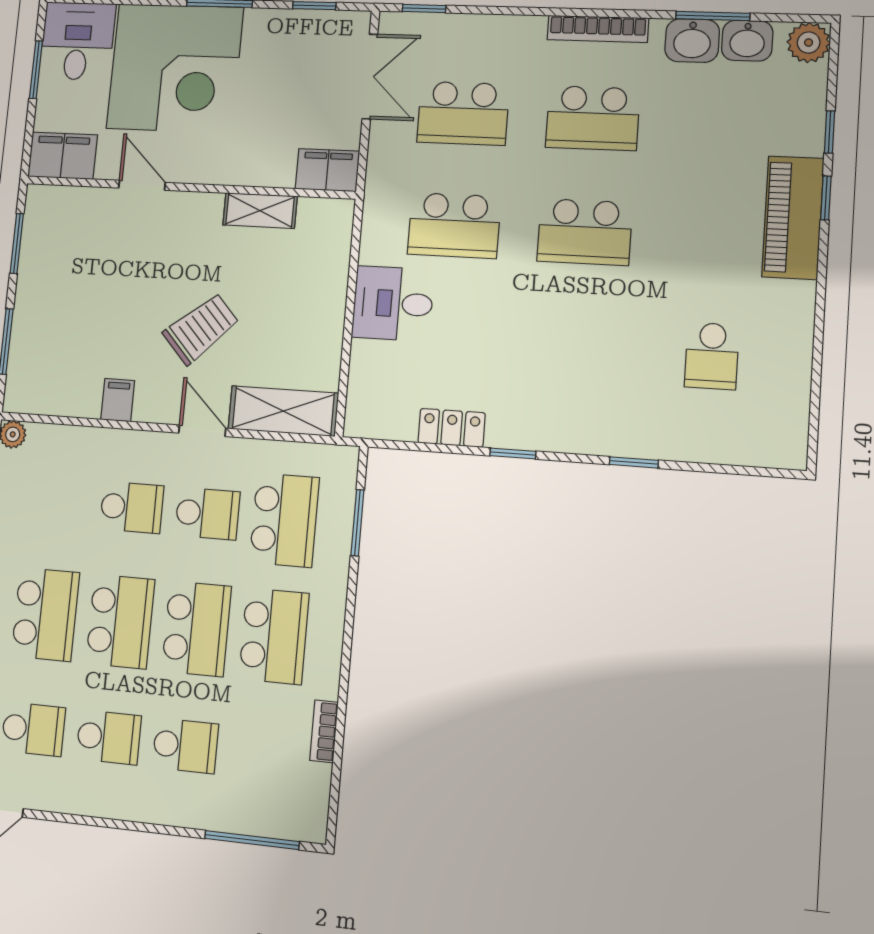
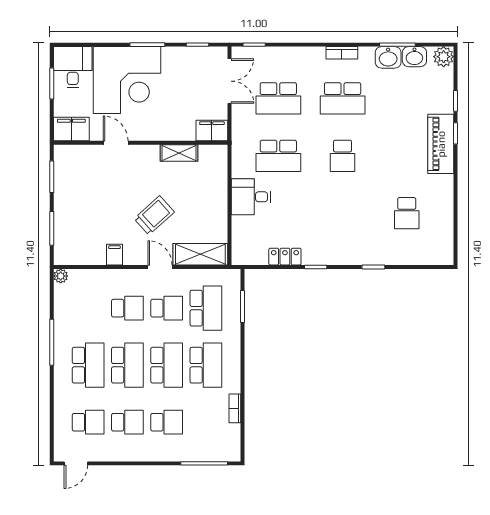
bookcase: (598, 29) -> (342, 53), width x0.64
school desk: (585, 232) -> (343, 156), width x0.54

